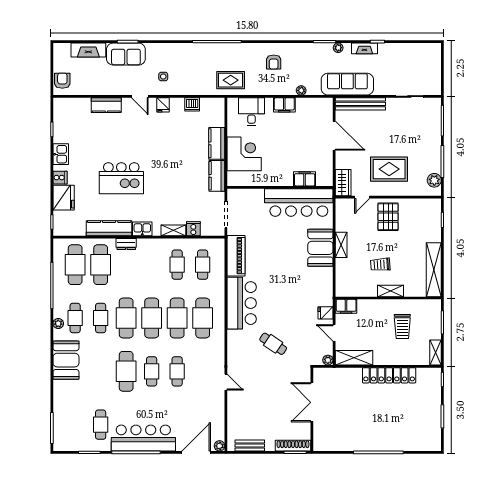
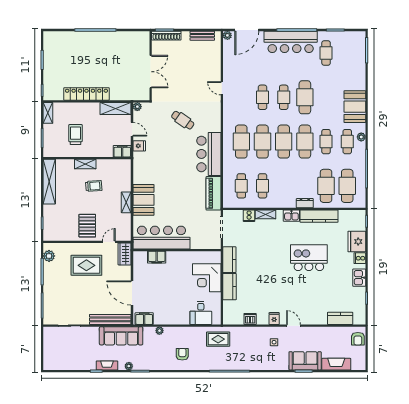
kitchen counter: (106, 105) -> (340, 318), moved
filing cabinet: (284, 105) -> (144, 319), moved

